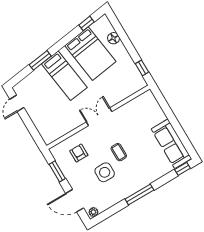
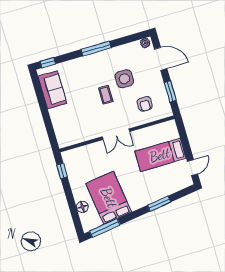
window: (87, 23) -> (105, 228), width x2.17
bed: (64, 76) -> (160, 155), moved, turned -82
sofa: (171, 144) -> (52, 90), width x0.73

